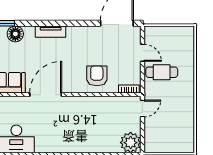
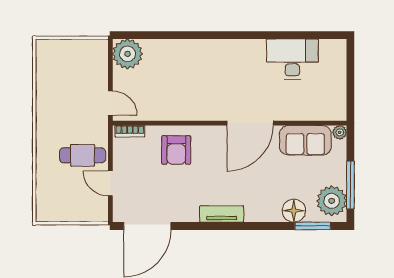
tv unit: (51, 32) -> (222, 214), moved
door: (142, 108) -> (110, 103), swing flipped

